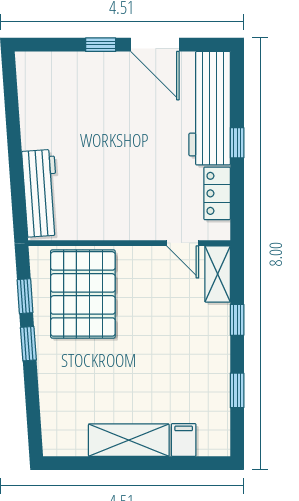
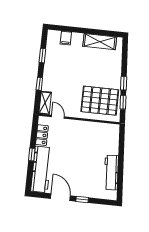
workbench: (41, 193) -> (111, 173), moved
pallet: (83, 294) -> (100, 101), turned 90
shelving: (129, 440) -> (100, 42), moved

